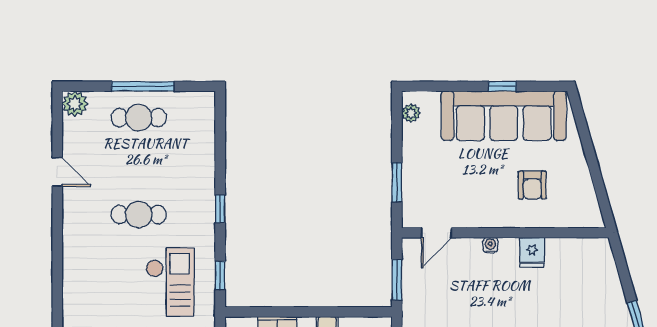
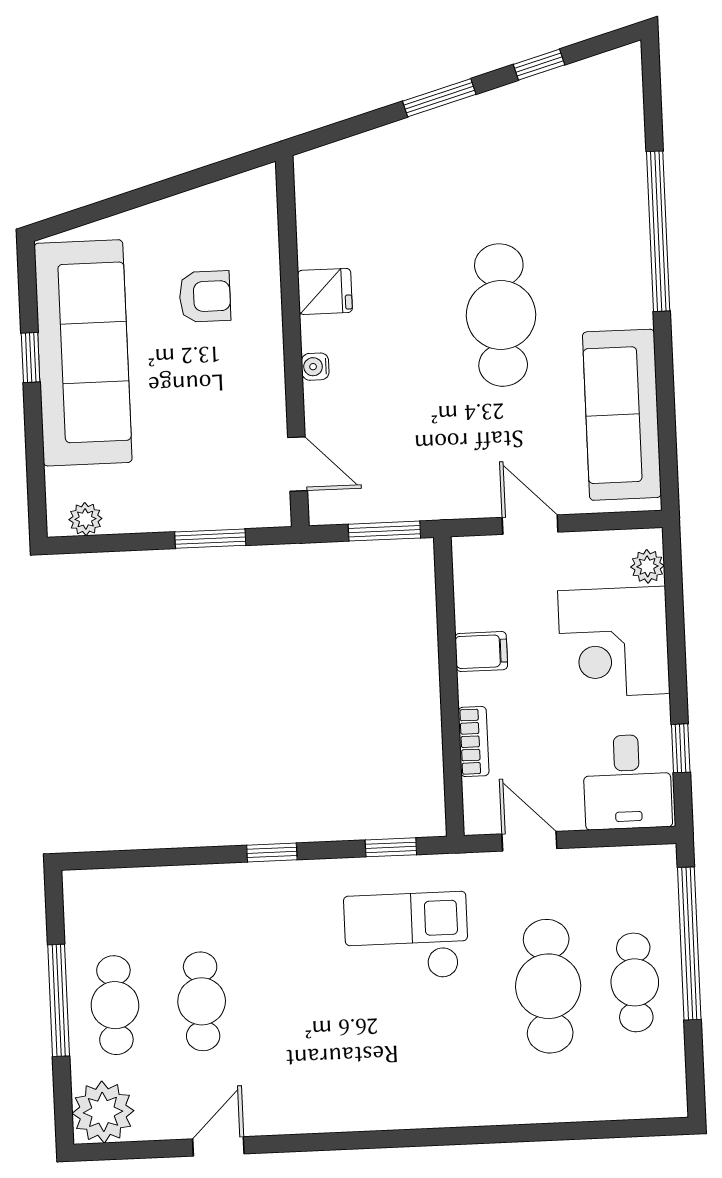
plant: (75, 104) -> (103, 1112), width x1.36, depth x1.36
cafe table: (139, 215) -> (202, 1001), moved

